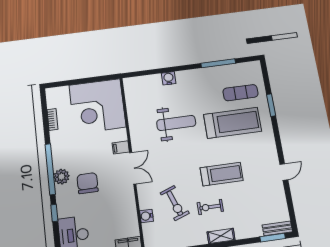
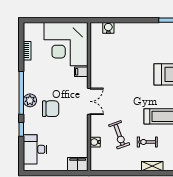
water cooler: (169, 78) -> (108, 28), moved
weight bench: (176, 123) -> (130, 68), removed
filing cabinet: (121, 147) -> (81, 72), moved
chair: (88, 183) -> (51, 109), turned 90

